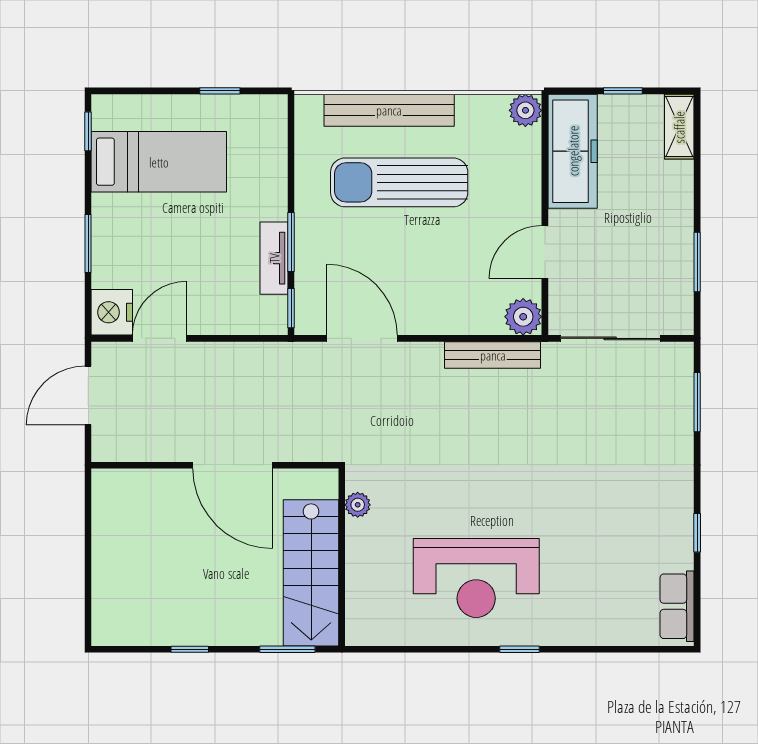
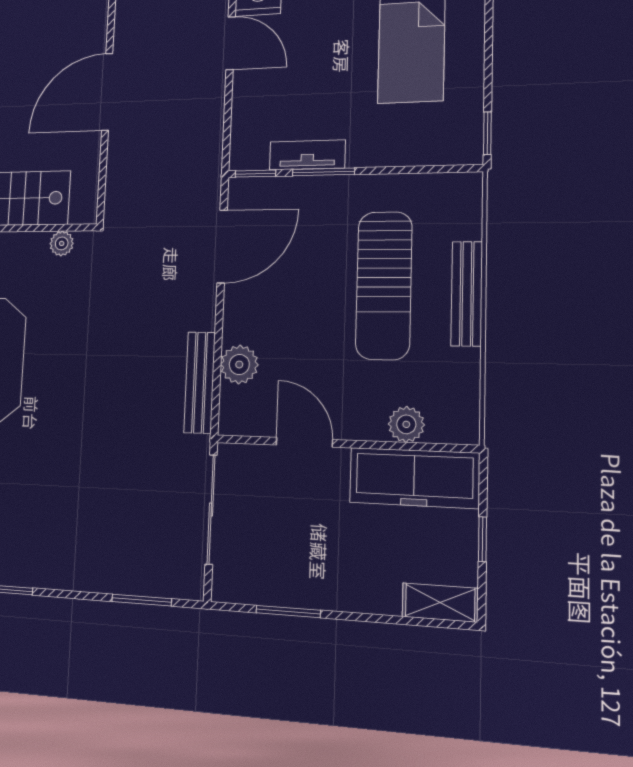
window: (220, 91) -> (487, 133), moved
bench: (389, 110) -> (467, 294), width x0.73, depth x0.82
plant: (525, 110) -> (406, 424), moved
sun lounger: (399, 182) -> (384, 285), turned 180
plant: (523, 317) -> (239, 365), moved
door: (233, 465) -> (107, 92), moved

